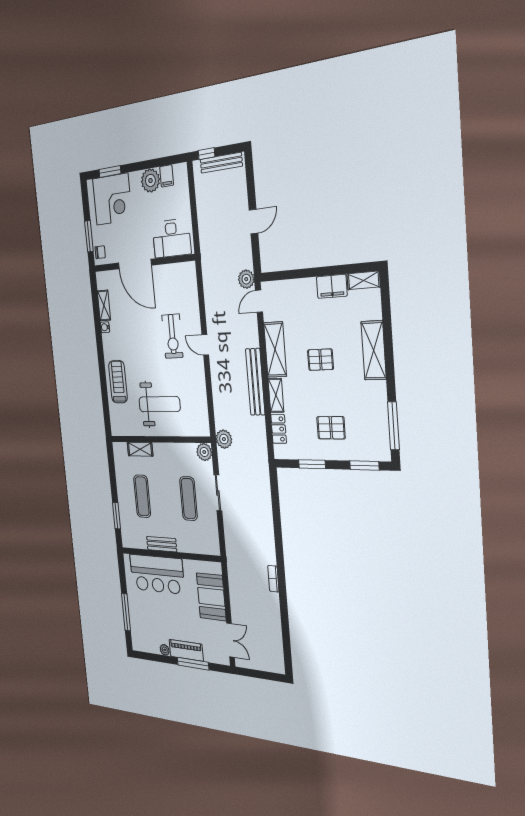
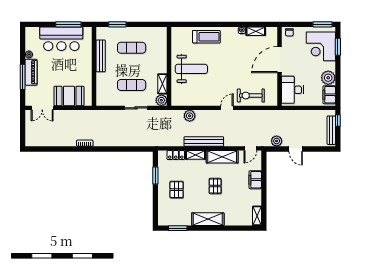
filing cabinet: (167, 176) -> (329, 95), width x2.00
window: (89, 236) -> (322, 24), moved
plant: (246, 279) -> (277, 141), moved
filing cabinet: (332, 286) -> (255, 180), moved
door: (259, 301) -> (250, 148), swing flipped
exercise bike: (172, 336) -> (251, 96), moved
shelving: (374, 350) -> (208, 219), moved
weight bench: (159, 404) -> (191, 69), turned -90
window: (393, 426) -> (178, 228), width x0.69
plant: (224, 439) -> (190, 116), moved
shelving: (140, 449) -> (162, 84), moved
window: (364, 466) -> (155, 209), removed
bench: (162, 544) -> (101, 56), width x1.36
bar counter: (157, 574) -> (61, 39), moved, turned -90
window: (126, 612) -> (68, 24), moved

